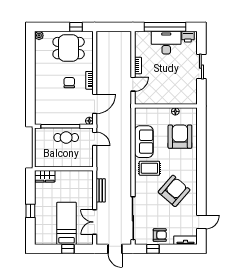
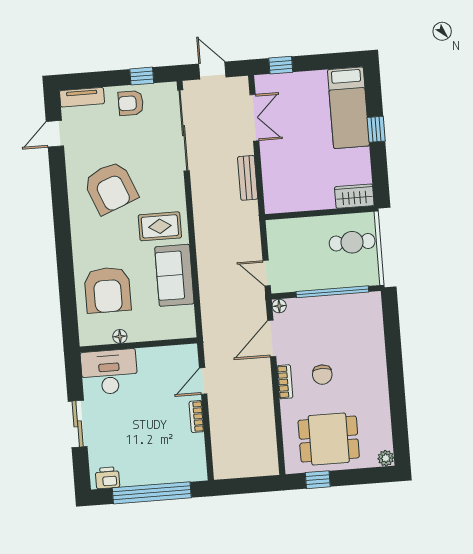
desk: (166, 43) -> (109, 372), moved, turned 180
cafe table: (66, 138) -> (352, 242), moved
armchair: (174, 191) -> (111, 188), turned -63
bed: (67, 223) -> (348, 108), moved
window: (68, 249) -> (281, 65), moved

